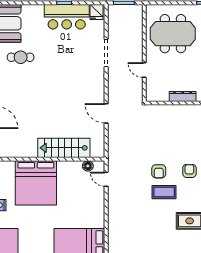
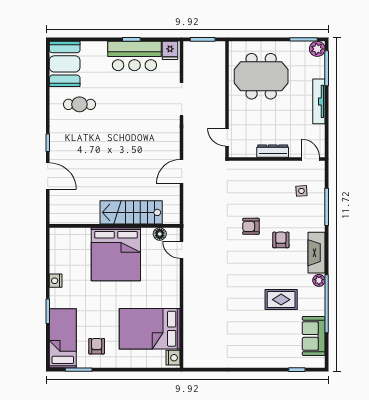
door: (144, 70) -> (227, 137), moved
door: (106, 113) -> (182, 171), hinge flipped
armchair: (159, 171) -> (251, 226), moved, turned 90
bed: (36, 183) -> (116, 254), moved
coffee table: (164, 192) -> (251, 265), removed

